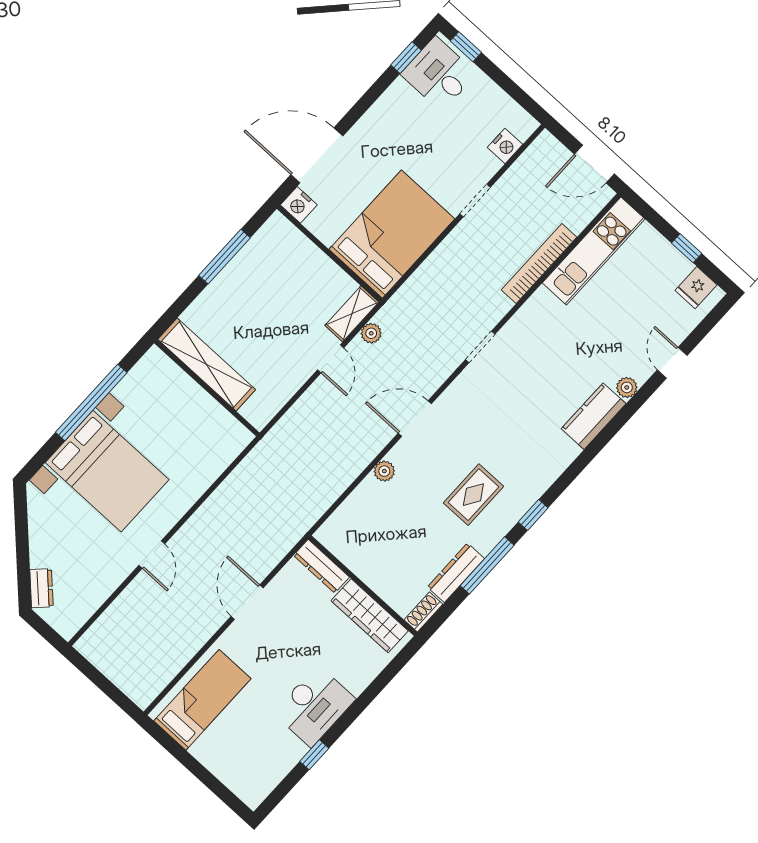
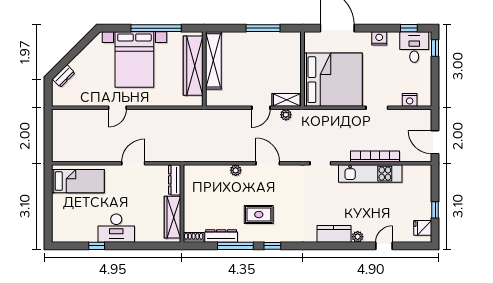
nightstand: (299, 205) -> (379, 38), moved, turned 90
bed: (392, 234) -> (333, 80), width x1.36
kitchen unit: (594, 251) -> (370, 174), moved
wardrobe: (189, 399) -> (193, 66), added

